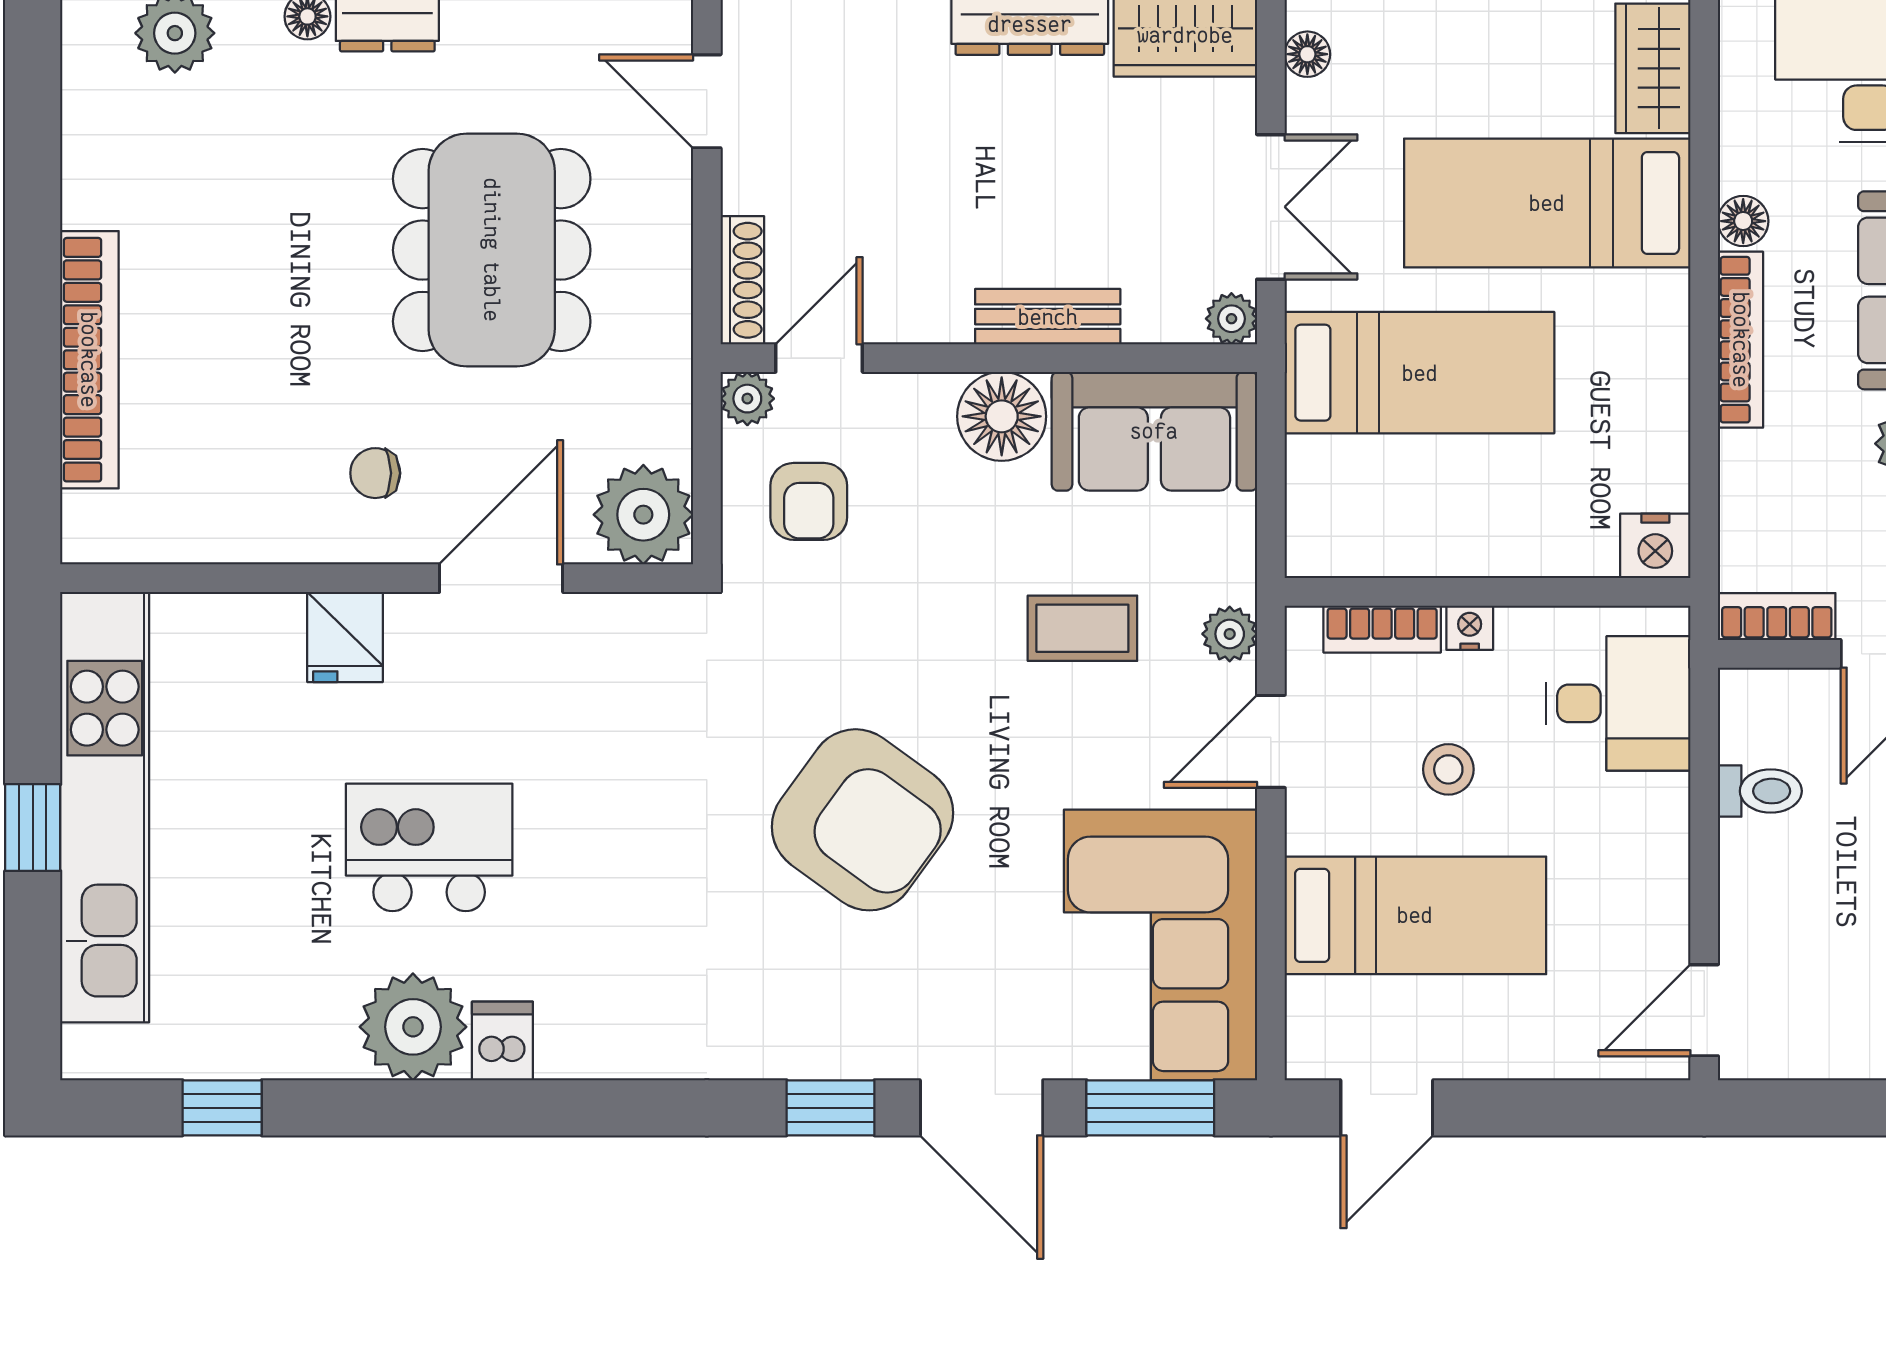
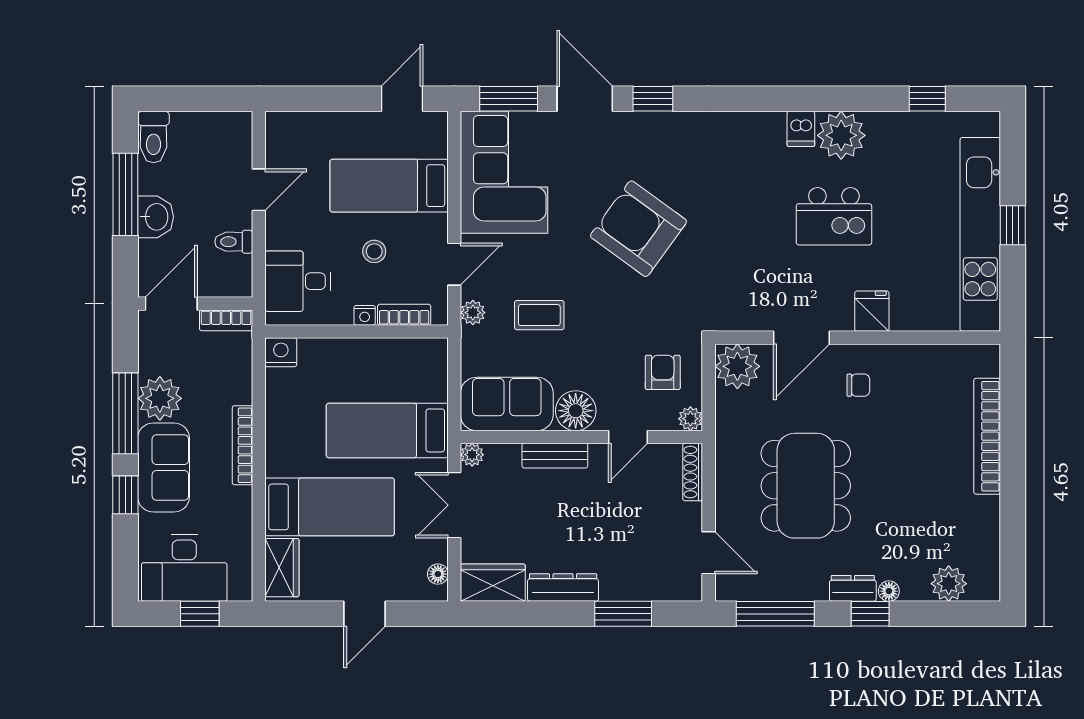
floor lamp: (1743, 221) -> (241, 499), removed
door: (819, 358) -> (628, 437), moved
door: (1704, 1010) -> (259, 190), moved

